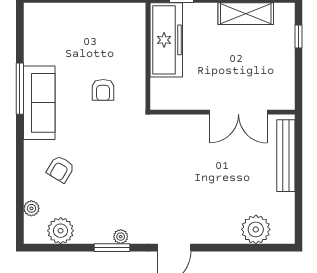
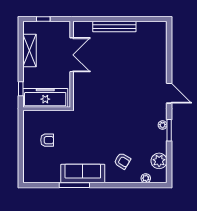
armchair: (103, 90) -> (47, 140), moved
wall: (222, 112) -> (72, 64), moved
double door: (238, 112) -> (72, 55), moved
plant: (256, 229) -> (158, 44), removed

